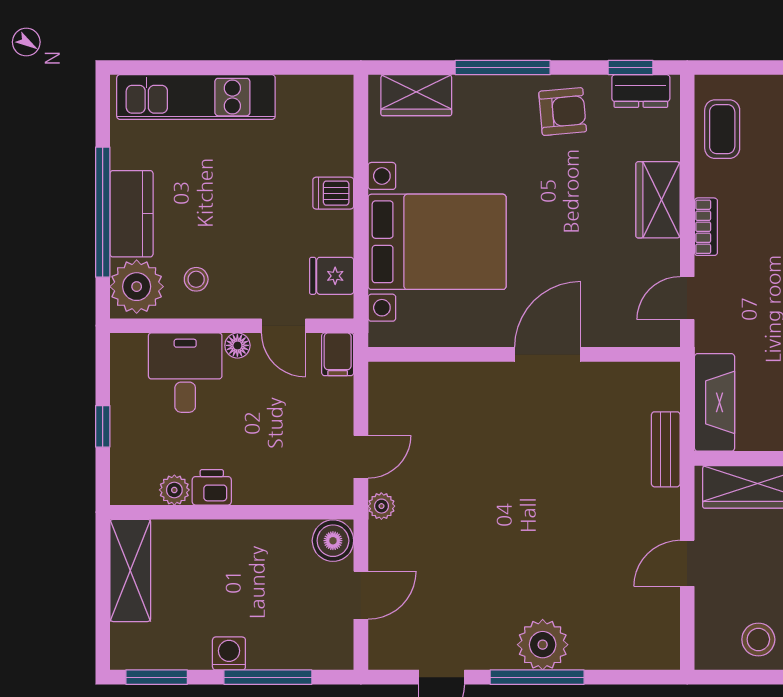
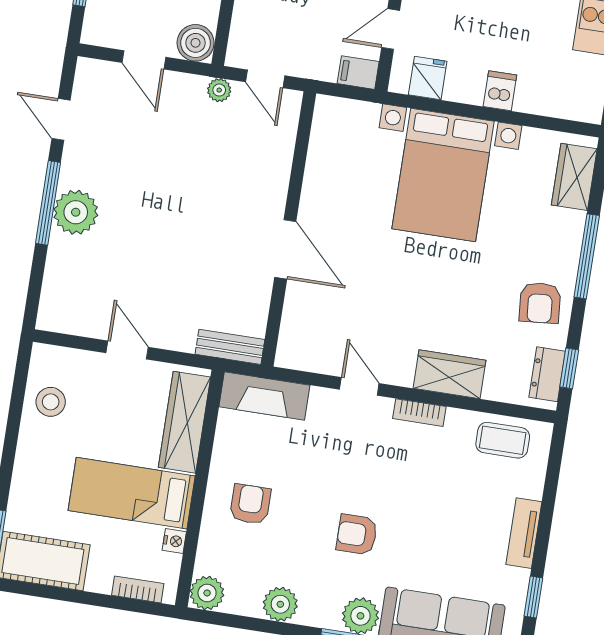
wall: (524, 354) -> (289, 229), moved
door: (548, 354) -> (285, 249), moved

